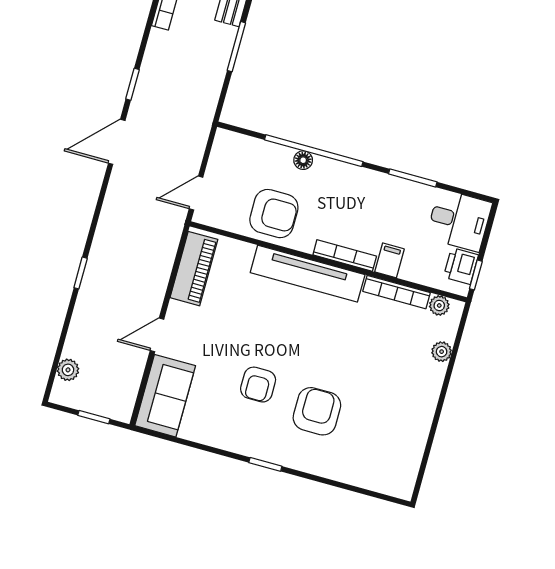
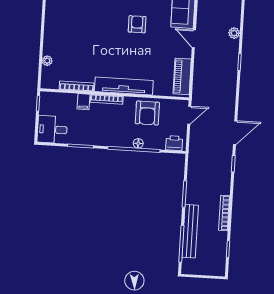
armchair: (274, 214) -> (147, 113), turned -90
printer: (461, 266) -> (174, 143), moved, turned -90
plant: (439, 305) -> (53, 84), removed
door: (157, 335) -> (194, 39), swing flipped
plant: (68, 370) -> (234, 33), moved
armchair: (317, 411) -> (104, 17), removed

